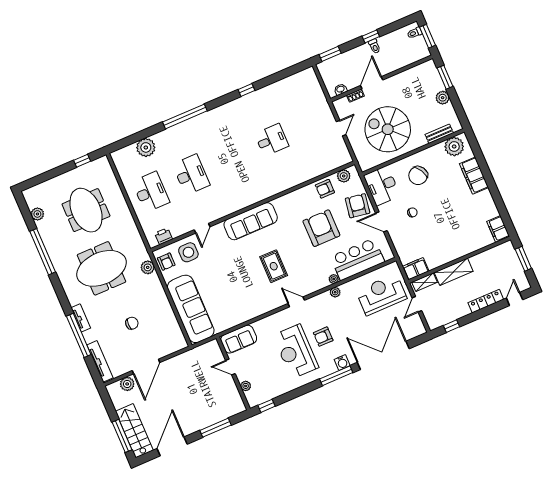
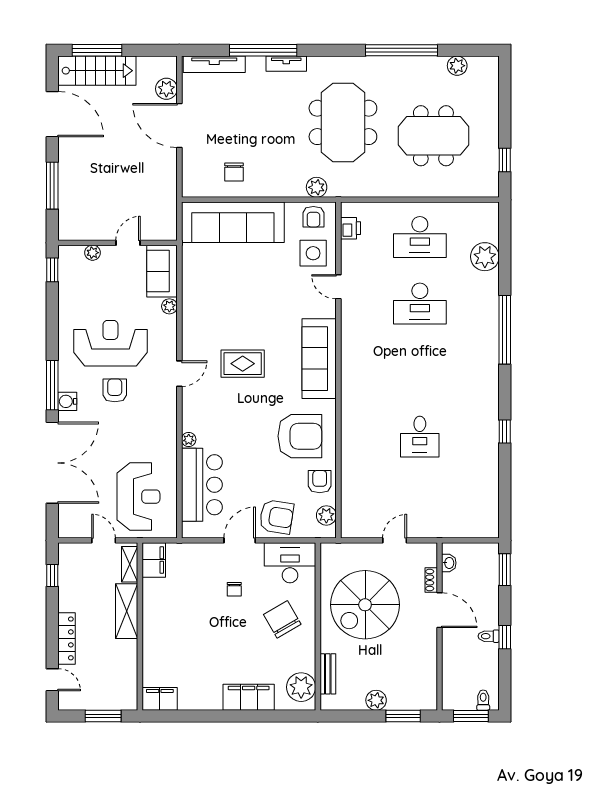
door: (341, 128) -> (395, 540), swing flipped
spiral stairs: (388, 129) -> (365, 605), turned 180
armchair: (321, 228) -> (300, 436), moved
armchair: (166, 262) -> (313, 217), turned -90
plant: (335, 292) -> (169, 306), moved
chair: (132, 323) -> (234, 172), moved

